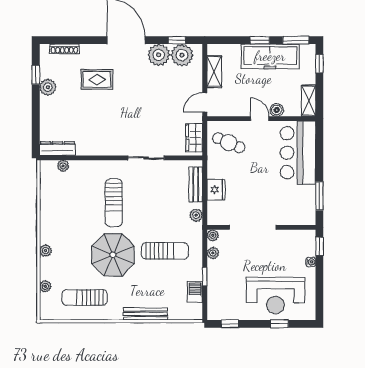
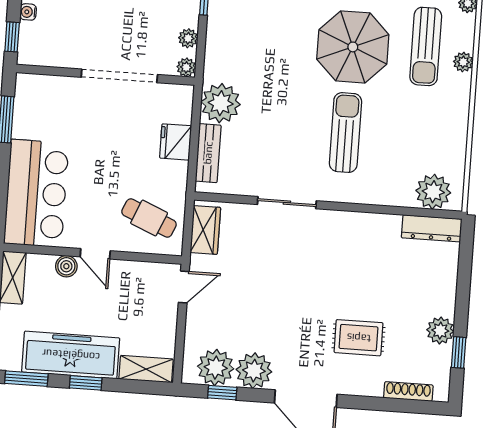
shelving: (214, 72) -> (146, 369), moved, turned 90
plant: (63, 166) -> (433, 192), width x1.88, depth x1.88
plant: (196, 215) -> (221, 103), width x1.88, depth x1.88
sun lounger: (165, 251) -> (426, 46), moved, turned -90

